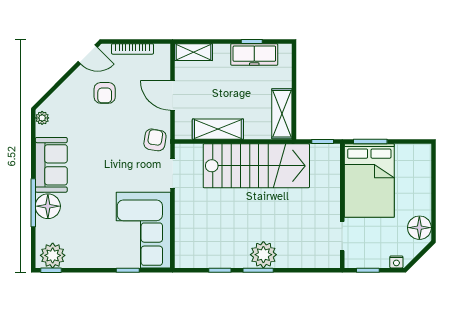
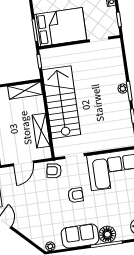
armchair: (105, 93) -> (76, 195), moved
plant: (263, 255) -> (123, 89), width x0.53, depth x0.53

